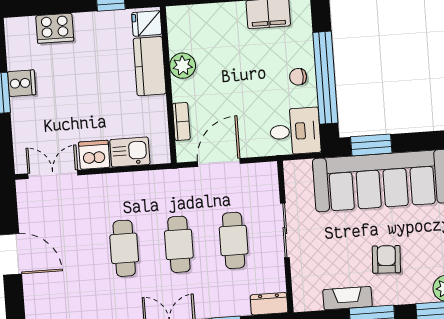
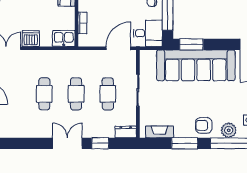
kitchen sink: (130, 152) -> (64, 38), moved
door: (219, 162) -> (118, 48), moved
armchair: (386, 259) -> (204, 125), moved, turned -93
fireplace: (348, 298) -> (159, 132), moved

